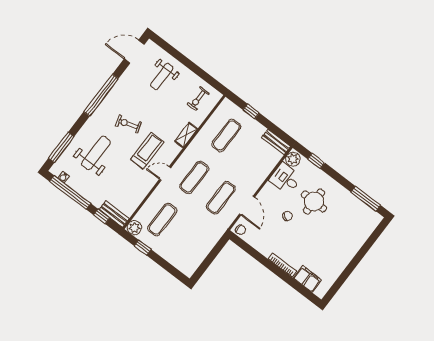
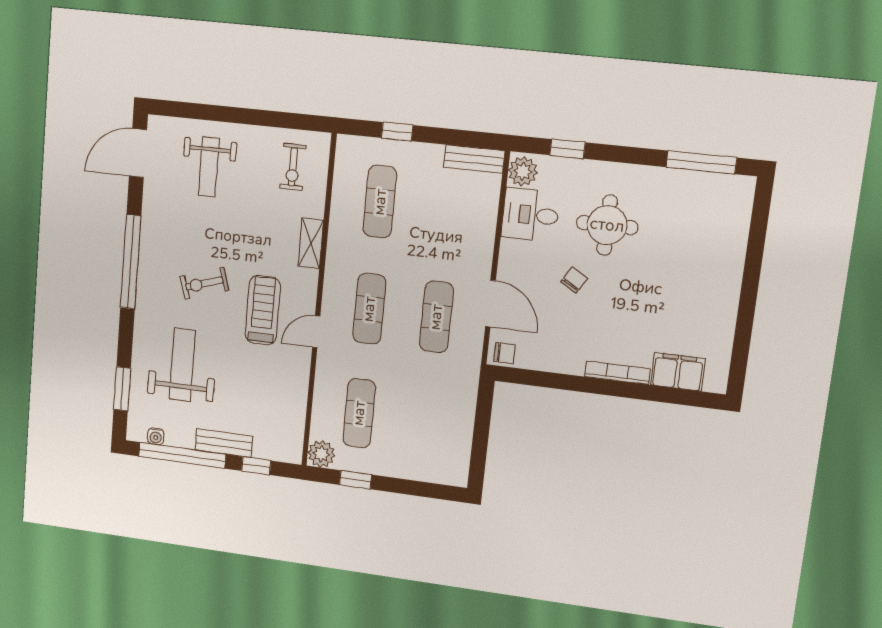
window: (61, 147) -> (122, 389), width x0.69
bench: (114, 214) -> (224, 443), moved

